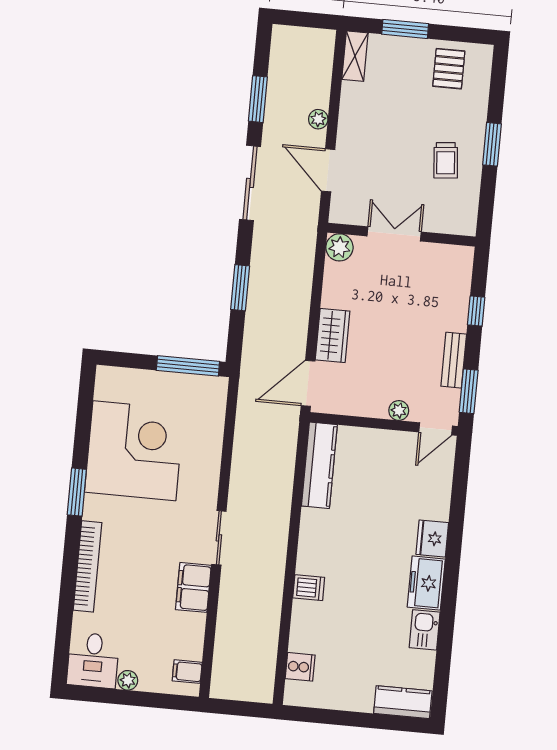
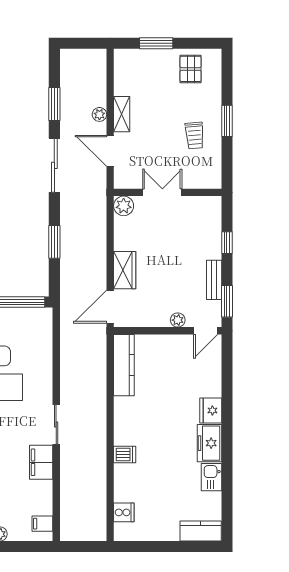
shelving: (355, 56) -> (122, 114), moved

